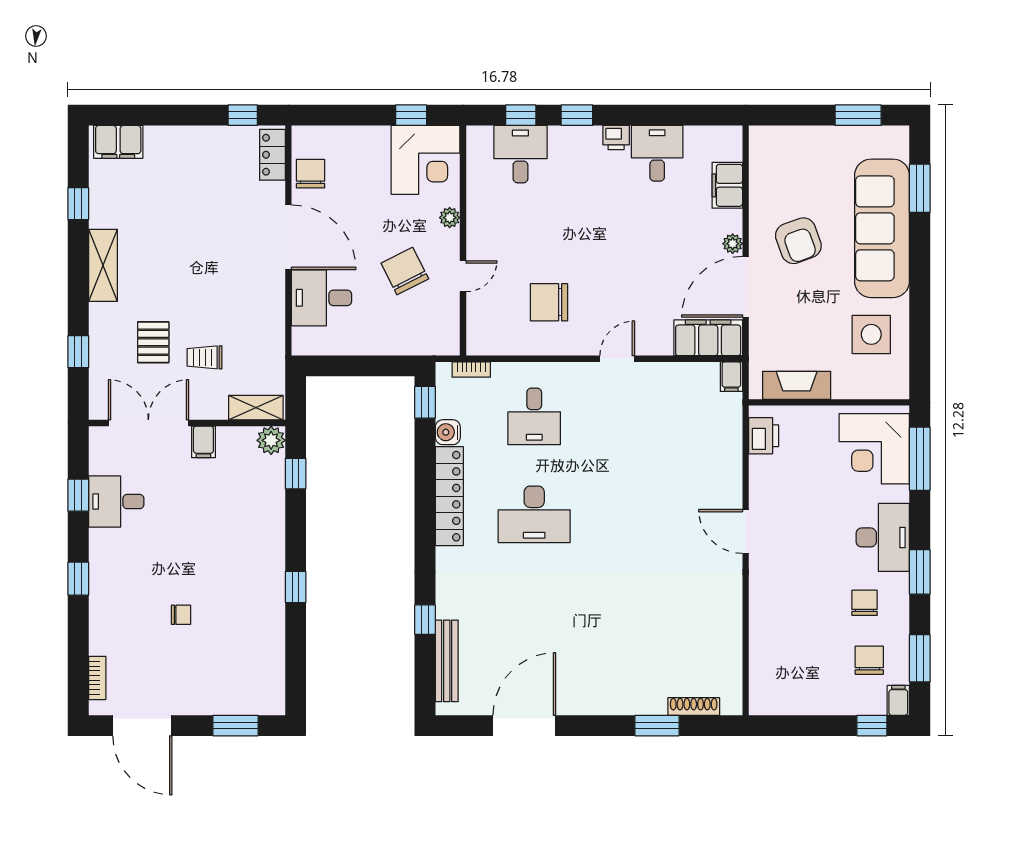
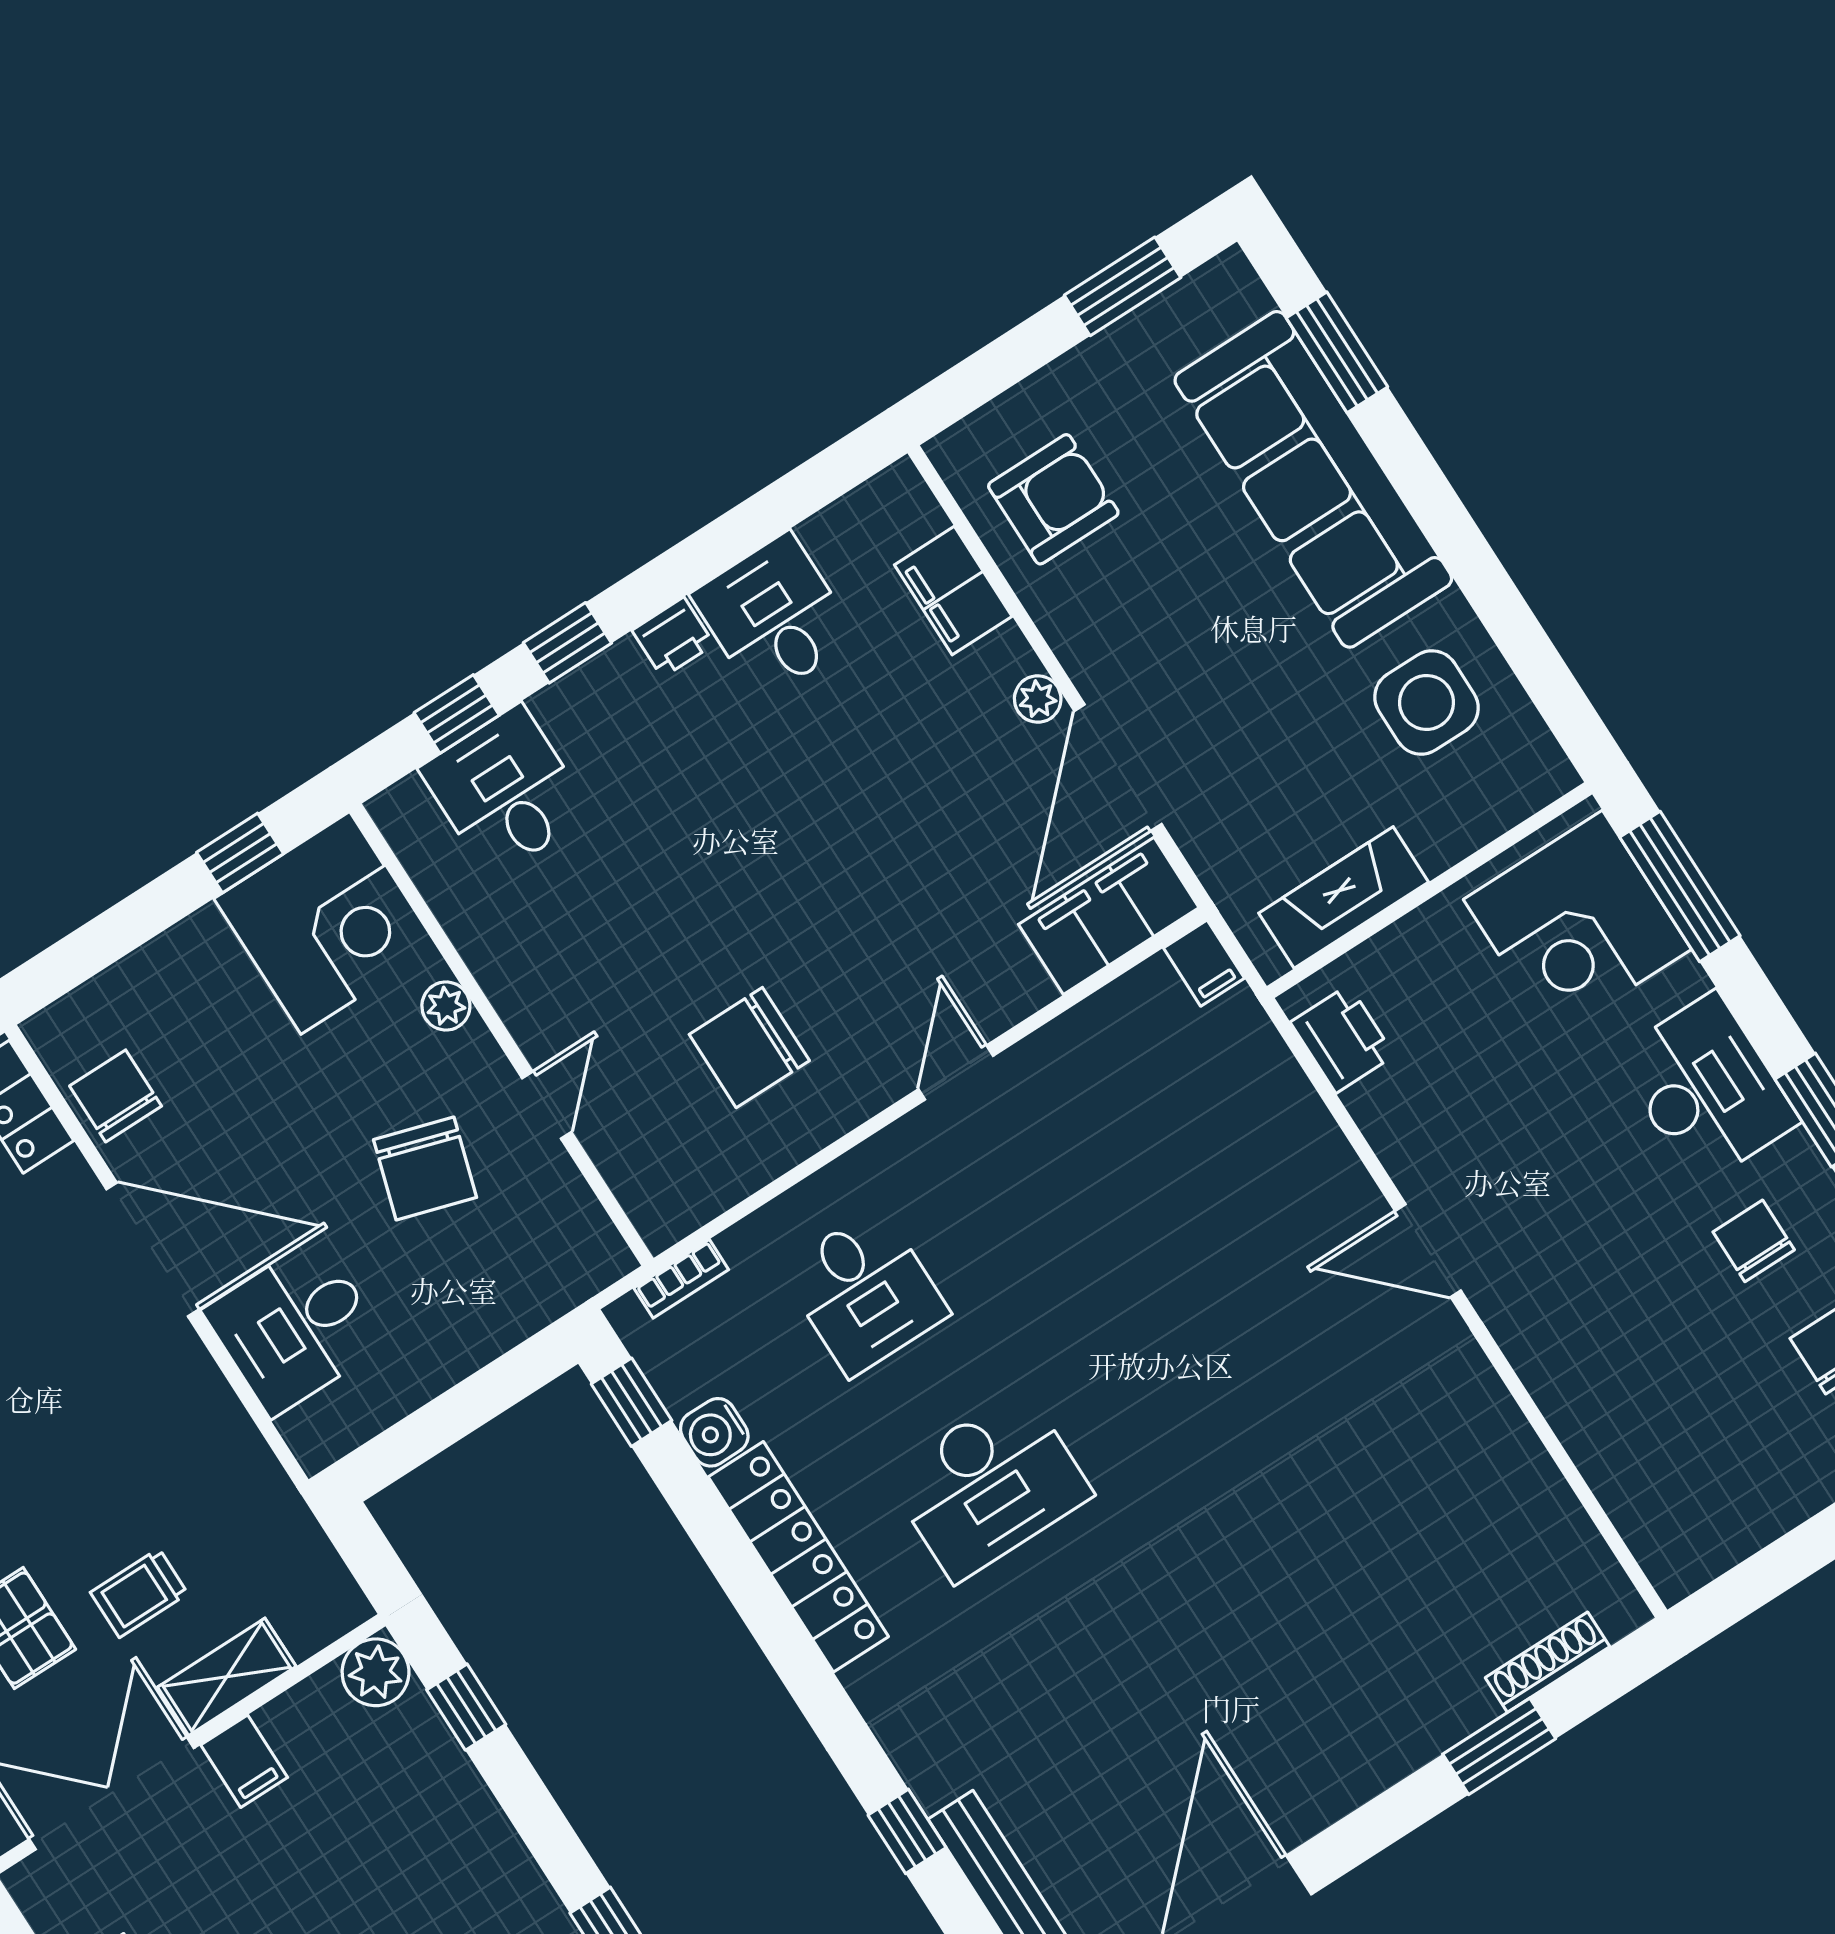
armchair: (798, 241) -> (1053, 499), moved, turned -70
chair: (405, 271) -> (425, 1169), turned -136
shelving: (256, 408) -> (227, 1677), moved

